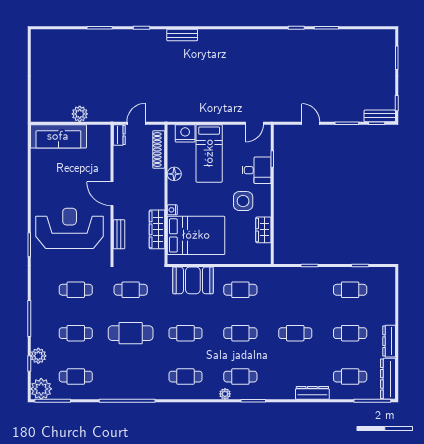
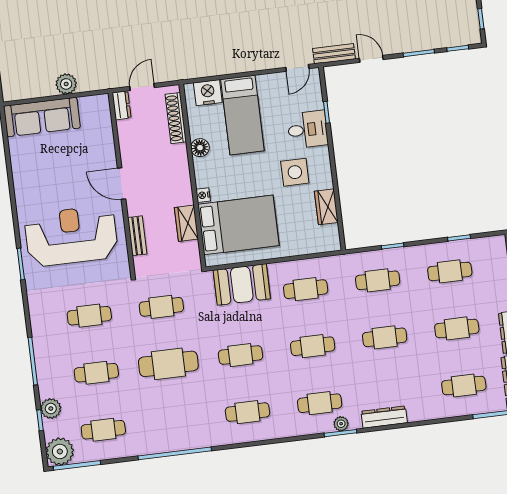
bench: (380, 116) -> (334, 54), moved
wardrobe: (157, 229) -> (186, 223), width x0.67
cafe table: (295, 290) -> (378, 280), added
dresser: (312, 393) -> (384, 417), moved
plant: (225, 394) -> (341, 424), moved

